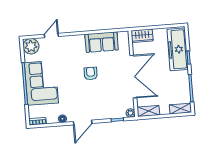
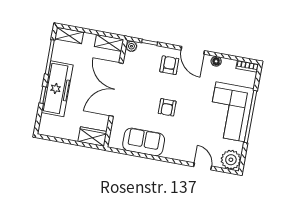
door: (51, 35) -> (203, 166), swing flipped
freezer: (178, 49) -> (57, 89), moved
armchair: (98, 106) -> (169, 65), added
door: (83, 122) -> (193, 50), swing flipped

